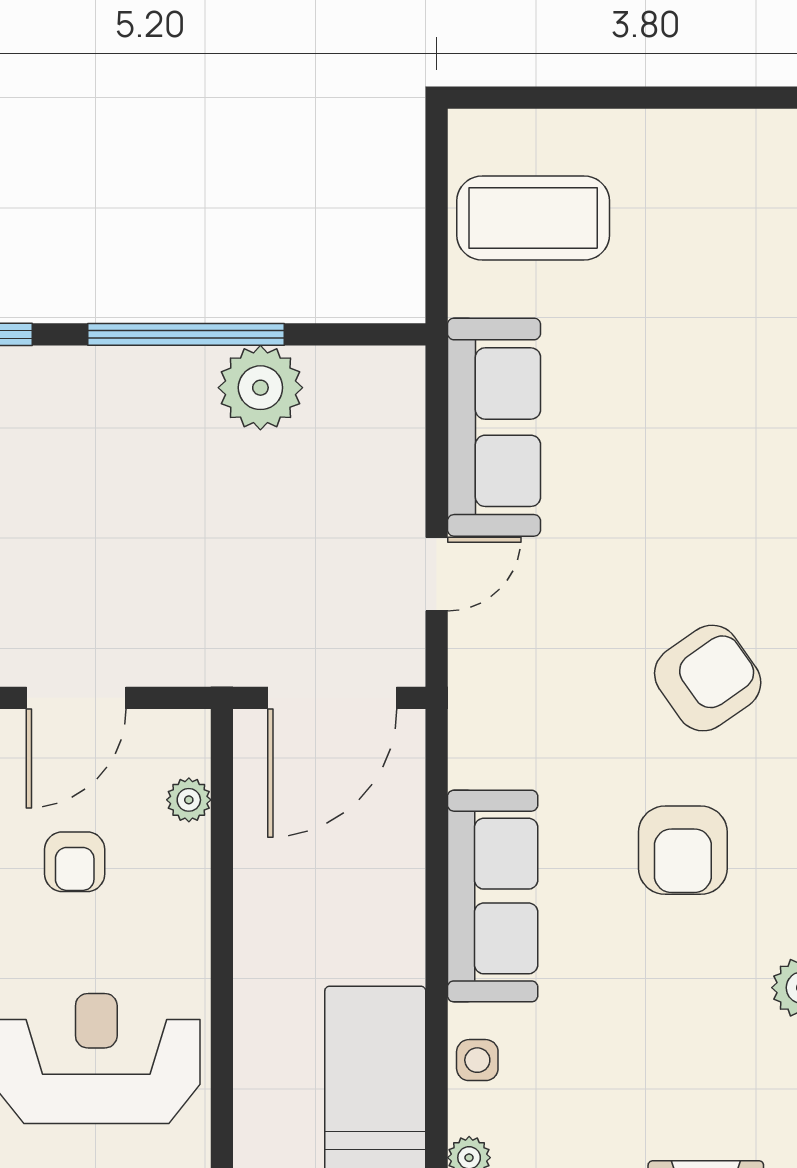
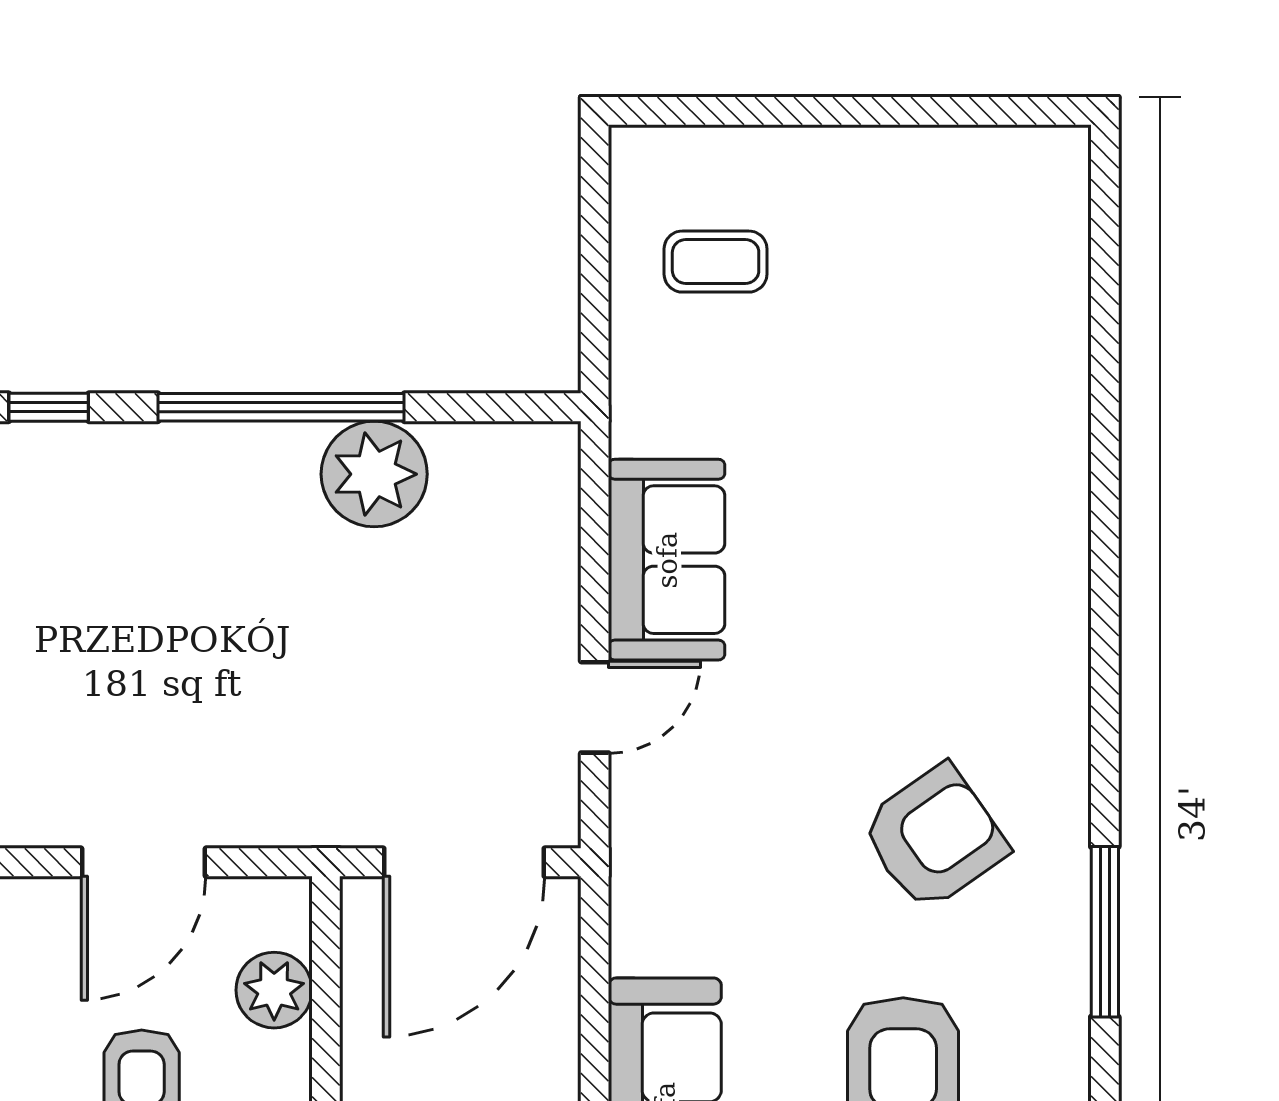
coffee table: (533, 218) -> (716, 262), width x0.54, depth x0.58
sofa: (494, 427) -> (667, 560), width x0.73
plant: (189, 800) -> (274, 990), width x1.38, depth x1.38

